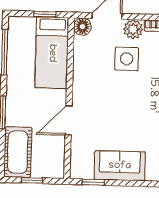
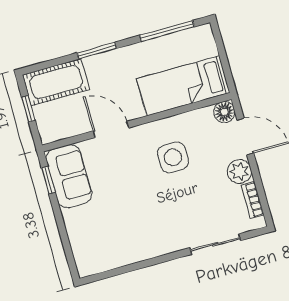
window: (45, 14) -> (225, 64), removed
side table: (127, 59) -> (173, 157), moved
sofa: (120, 166) -> (69, 176), moved

